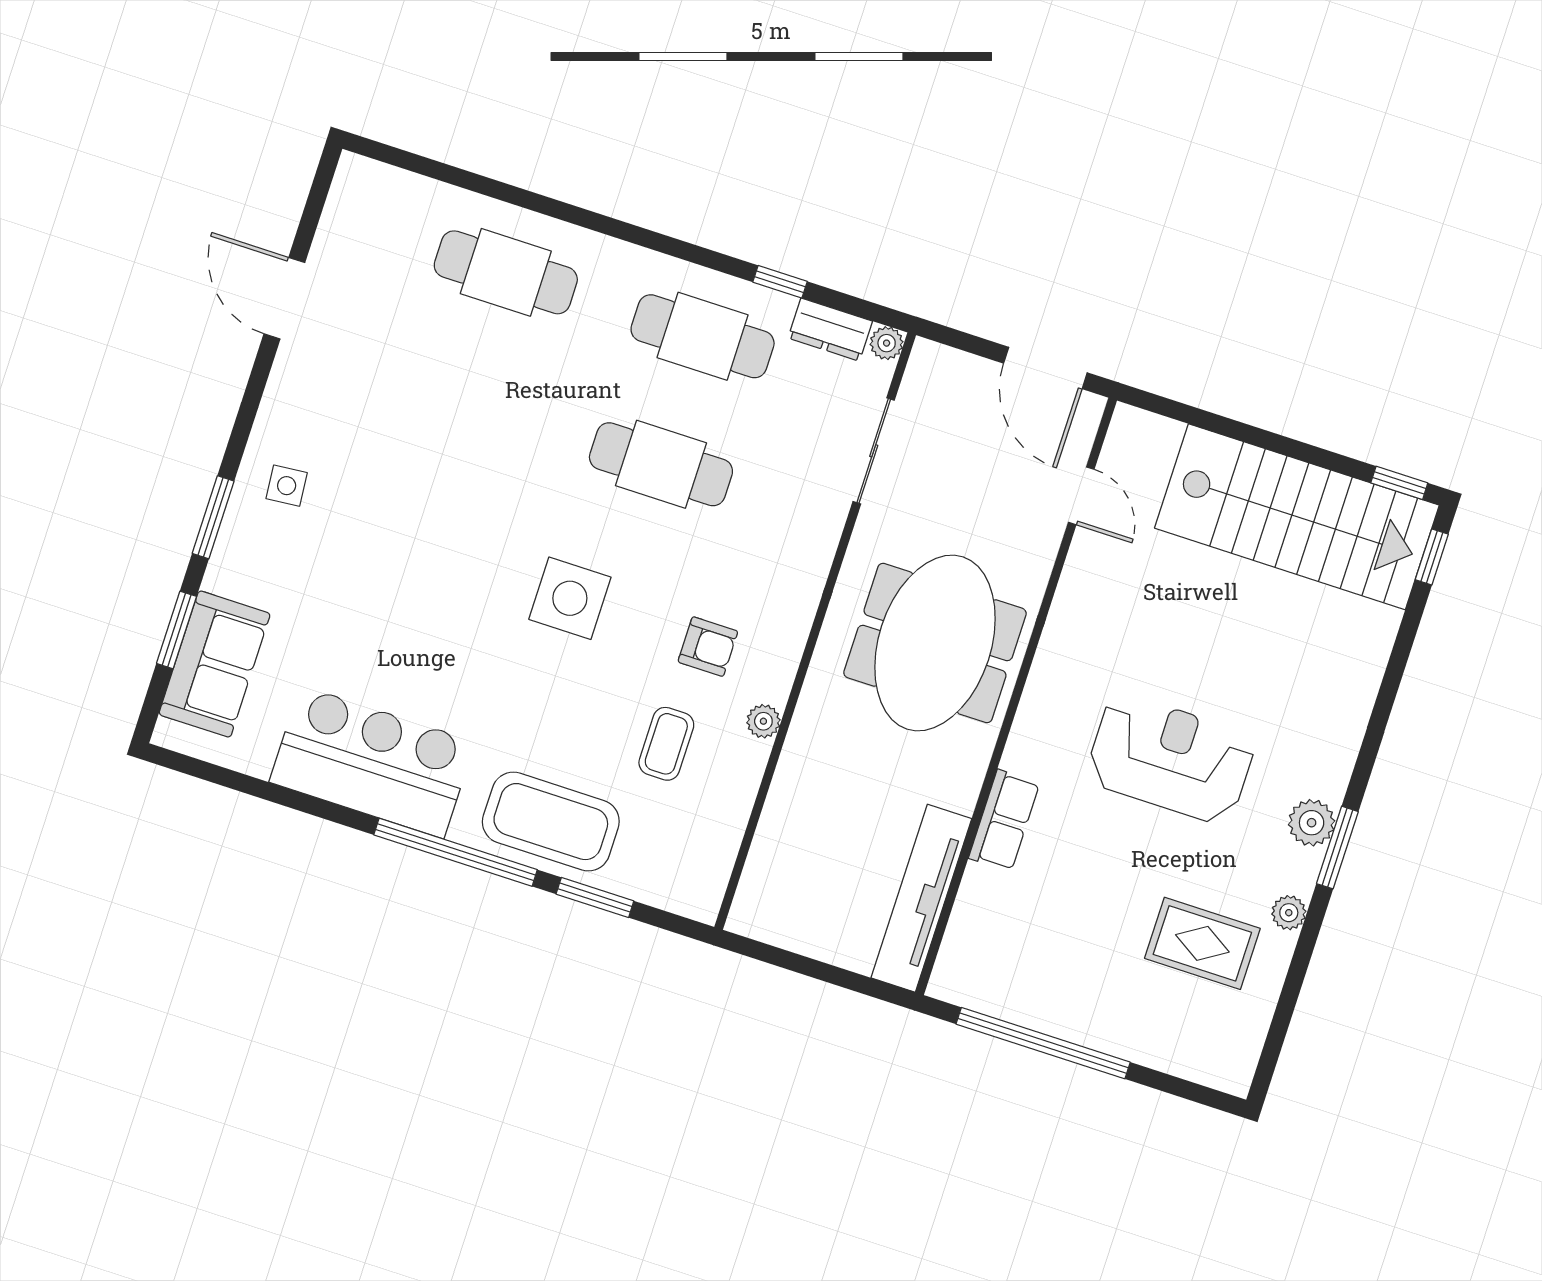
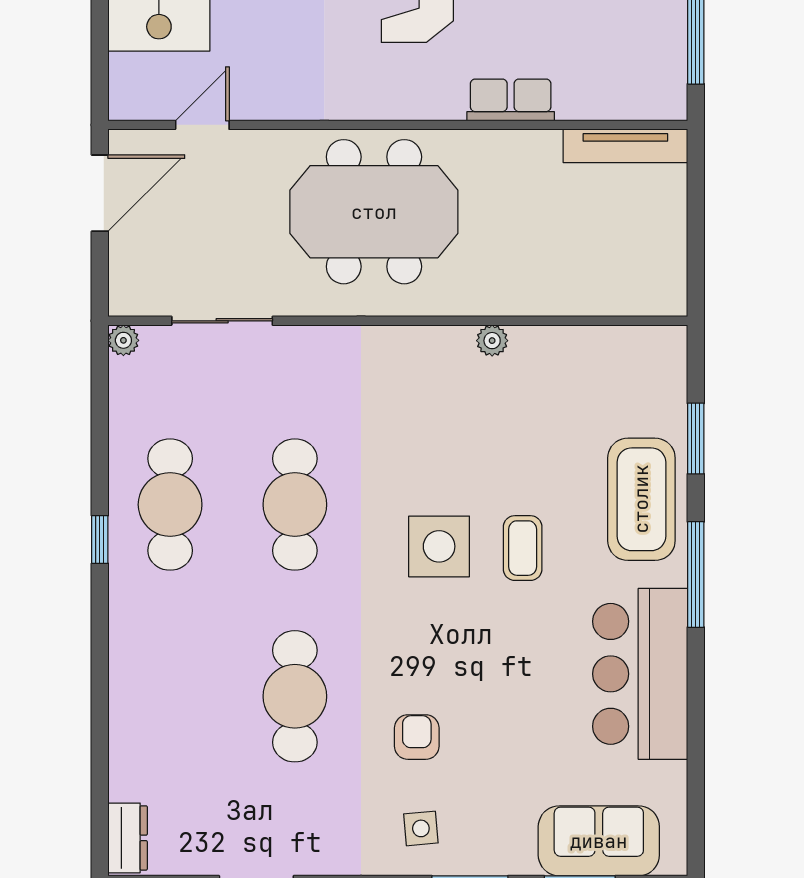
cafe table: (506, 272) -> (295, 696), moved
window: (780, 282) -> (100, 539), moved
dresser: (830, 330) -> (128, 838), moved
armchair: (708, 647) -> (417, 737), moved
coffee table: (666, 744) -> (523, 548), moved, turned 90
window: (456, 852) -> (696, 574), width x0.68
tv unit: (921, 898) -> (625, 146), width x0.73, depth x0.78

